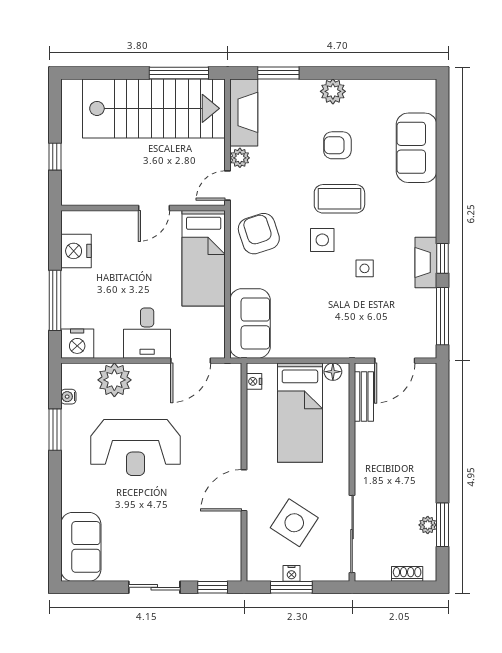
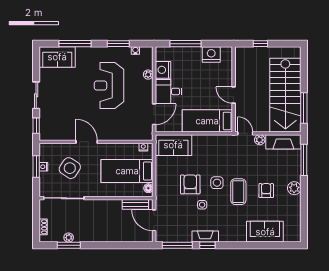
window: (278, 73) -> (304, 160), width x1.44
armchair: (259, 234) -> (190, 184), moved, turned -72
nightstand: (77, 344) -> (163, 70), moved
door: (191, 361) -> (154, 114), swing flipped
plant: (114, 380) -> (148, 75), width x0.53, depth x0.53
window: (55, 513) -> (75, 44), added

